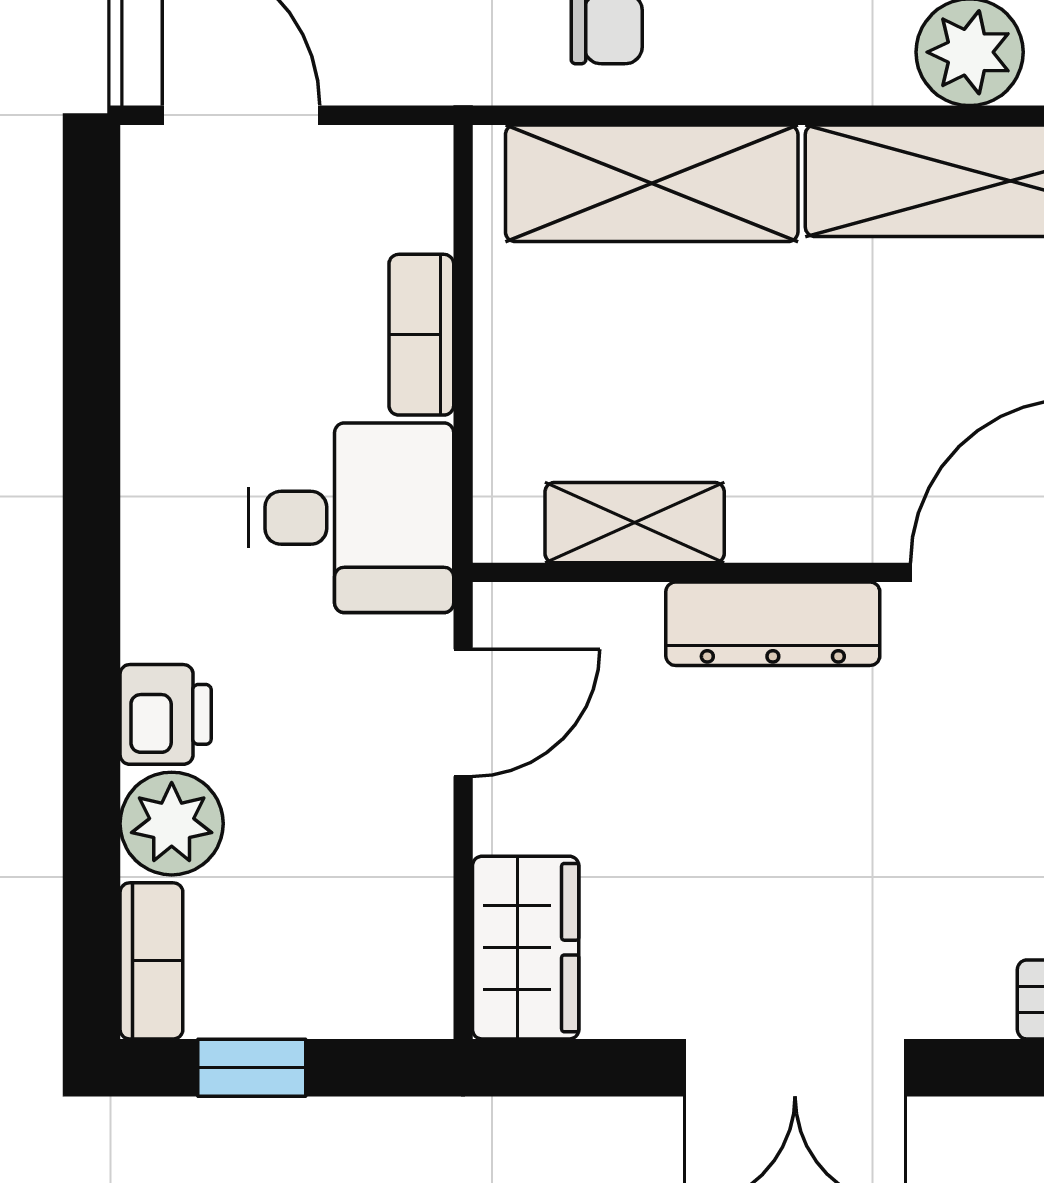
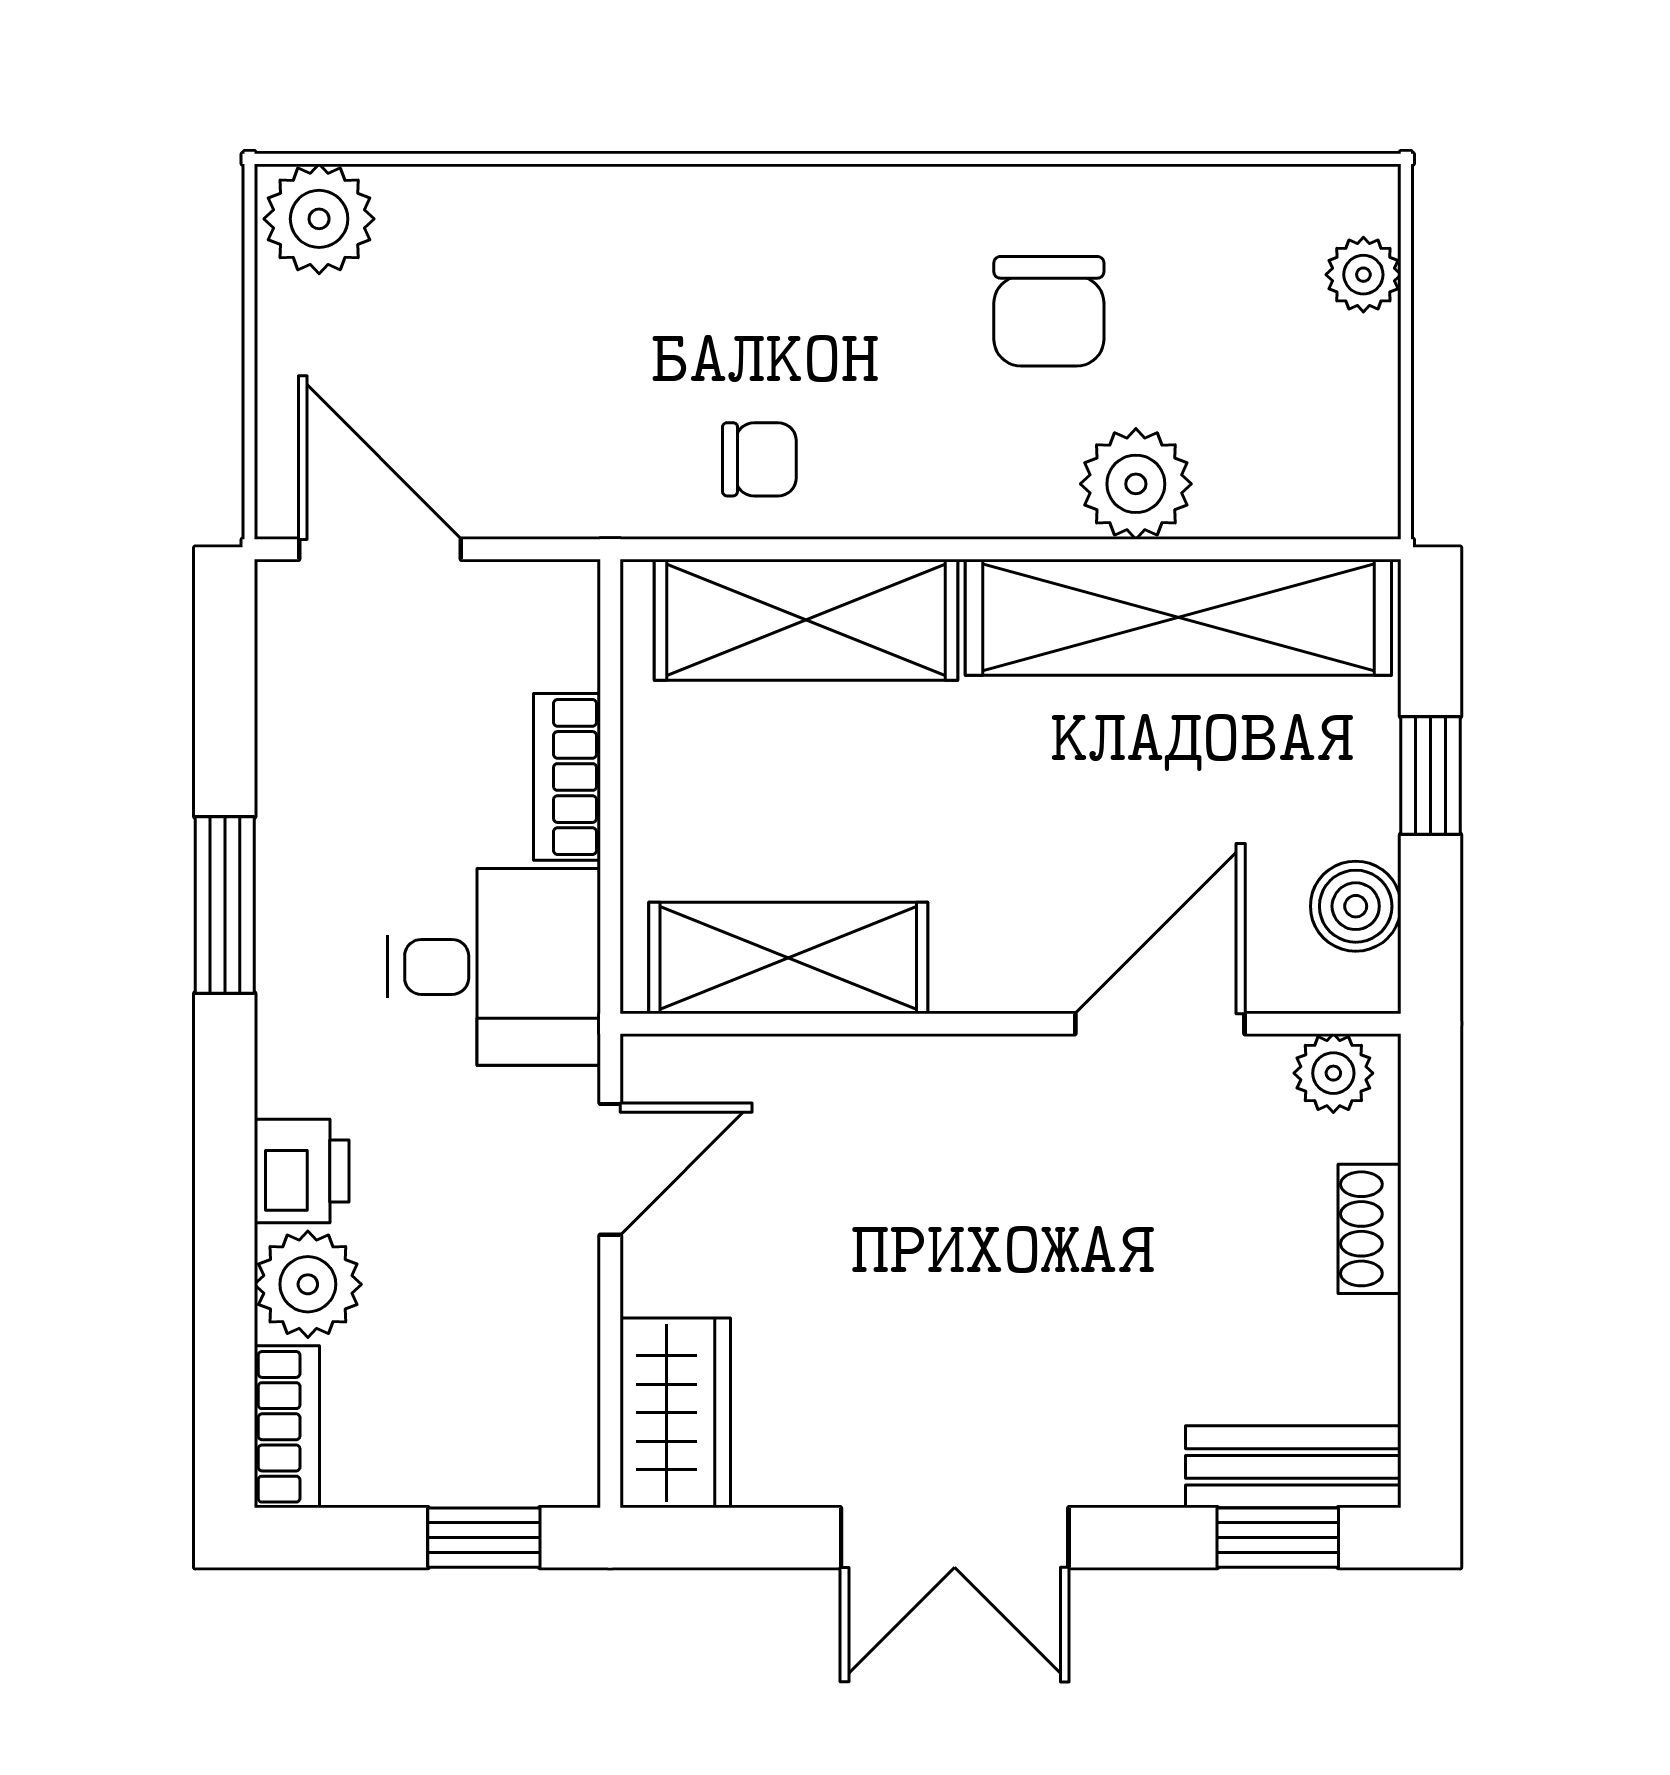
window: (92, 458) -> (225, 905), added
shelving: (635, 523) -> (788, 958), width x1.50, depth x1.33
dresser: (773, 624) -> (932, 1077), removed
window: (252, 1068) -> (484, 1538), moved

